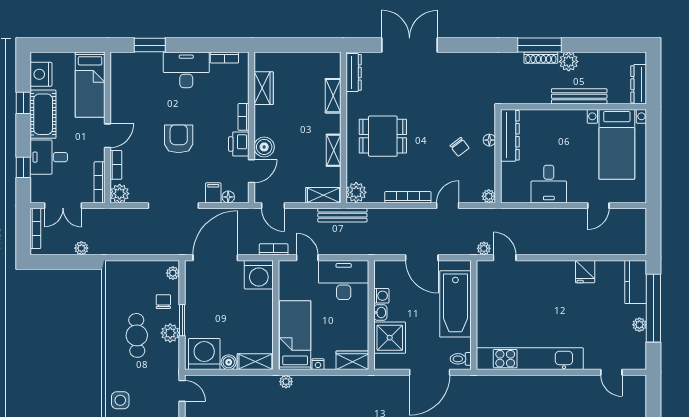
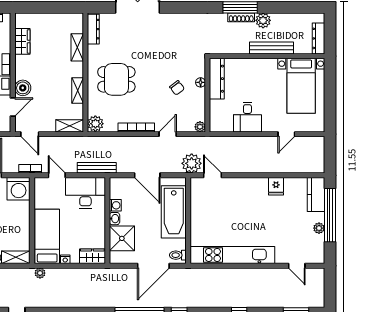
bench: (342, 215) -> (97, 168), moved
plant: (484, 248) -> (192, 163), width x1.87, depth x1.87

